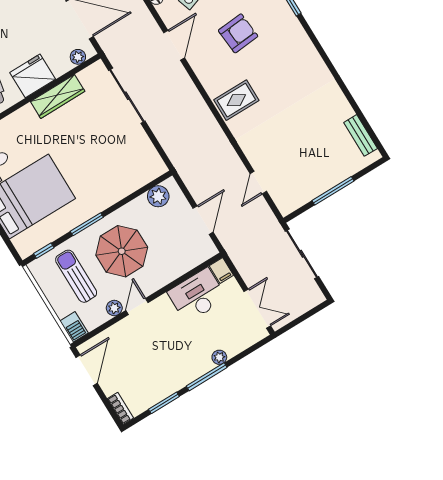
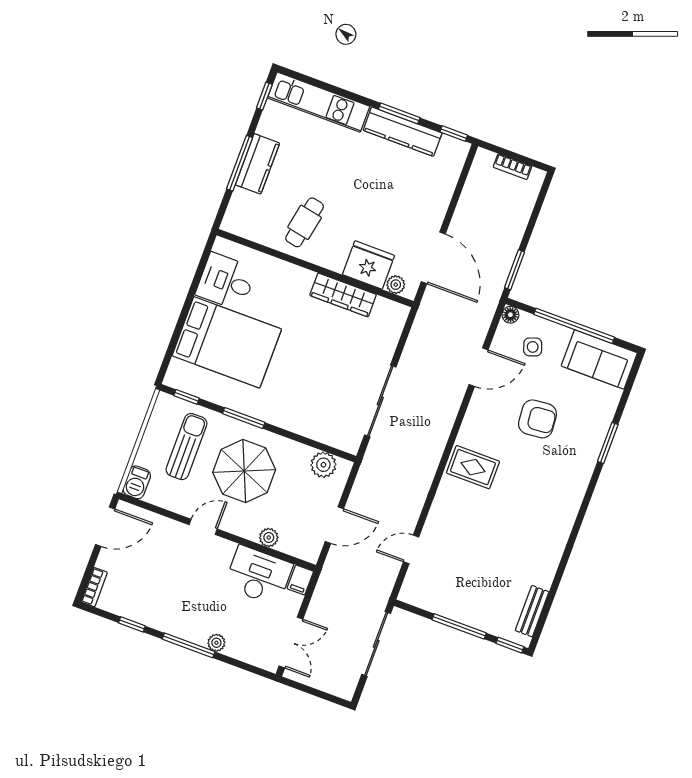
fridge: (33, 76) -> (369, 265), moved
sliding door: (127, 96) -> (380, 401), moved
window: (371, 167) -> (510, 645), added
plant: (114, 308) -> (269, 538), moved
window: (164, 403) -> (132, 624), width x0.67

